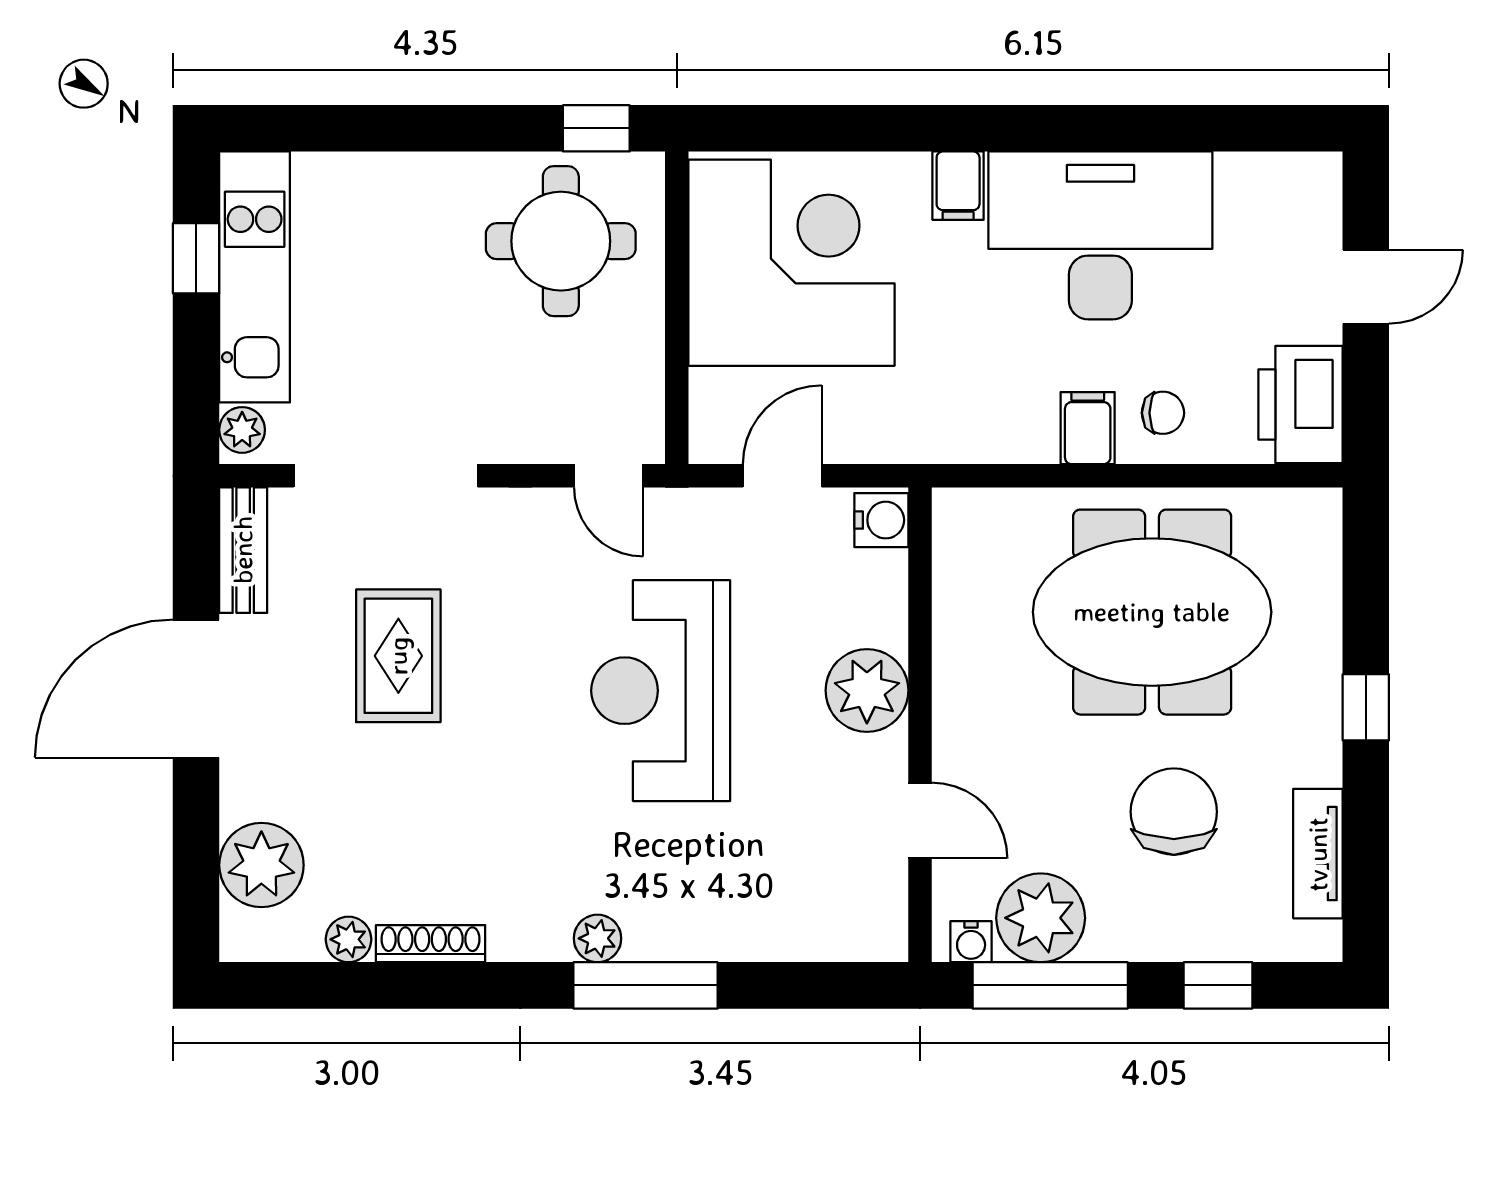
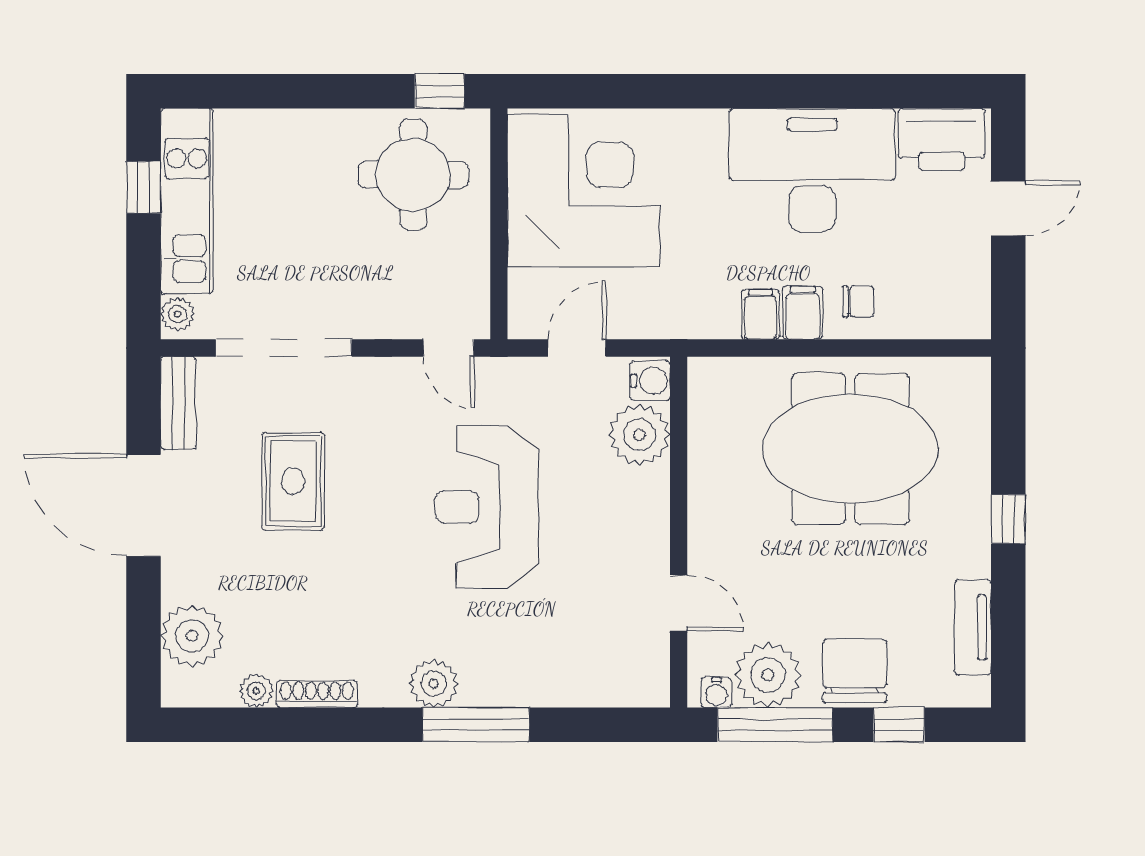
filing cabinet: (958, 186) -> (760, 314), moved, turned 180
printer: (1301, 405) -> (942, 139), moved, turned -90
door: (196, 689) -> (144, 505), hinge flipped
plant: (867, 690) -> (640, 435), moved
chair: (1174, 812) -> (855, 671), moved
plant: (598, 938) -> (434, 684), width x1.38, depth x1.38

